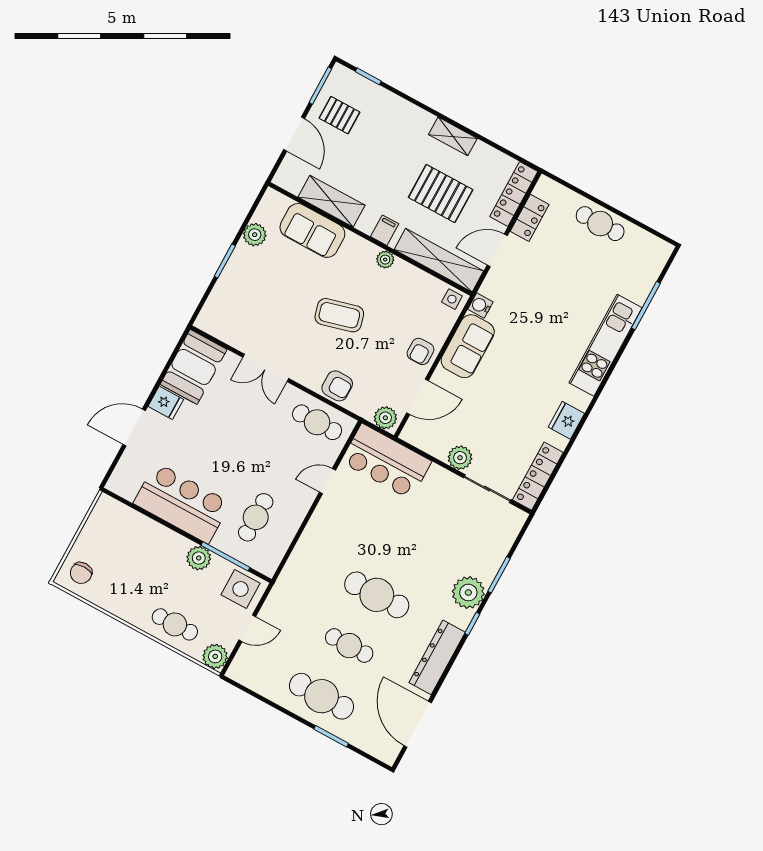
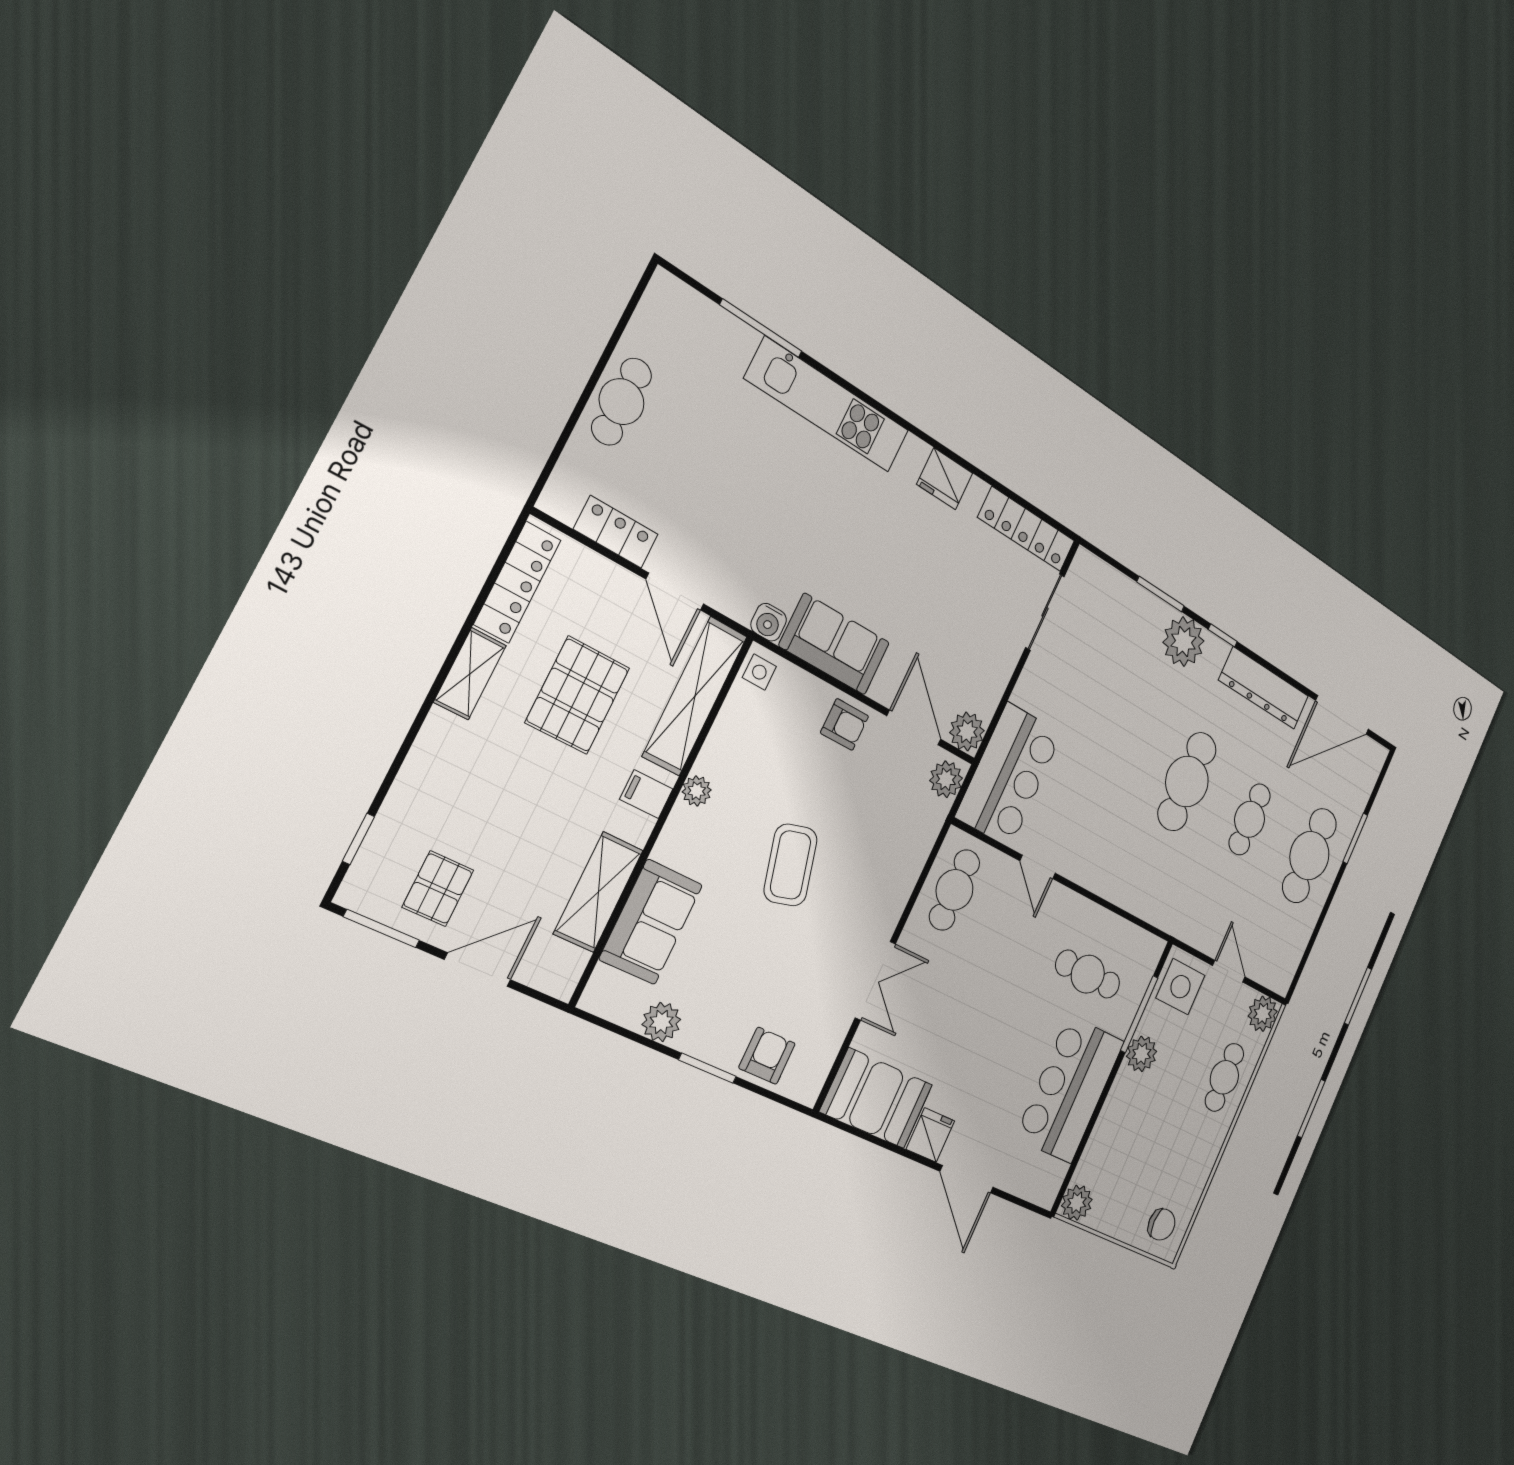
locker: (514, 194) -> (517, 582), moved, turned -90
armchair: (337, 386) -> (767, 1056), moved
plant: (460, 458) -> (967, 732), moved
plant: (106, 507) -> (1077, 1203), added

